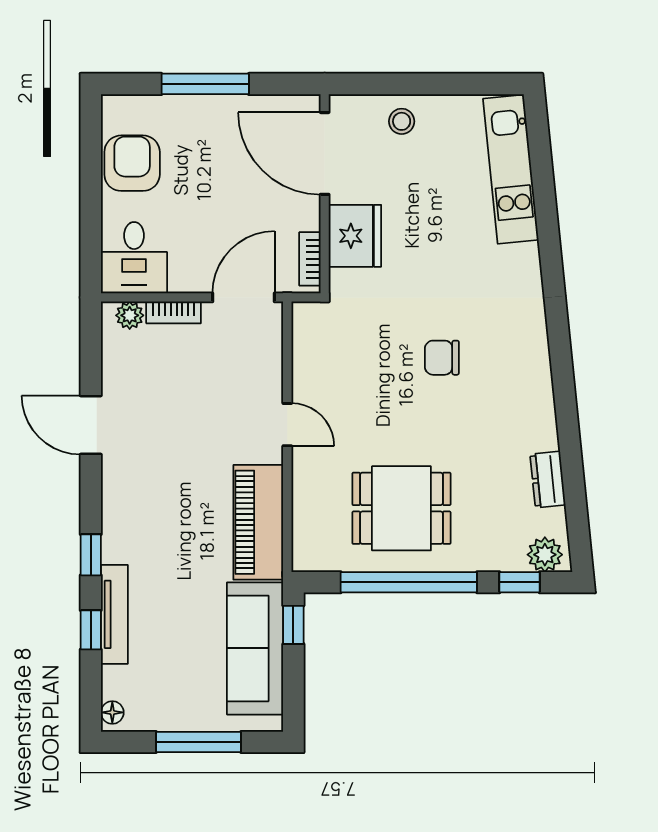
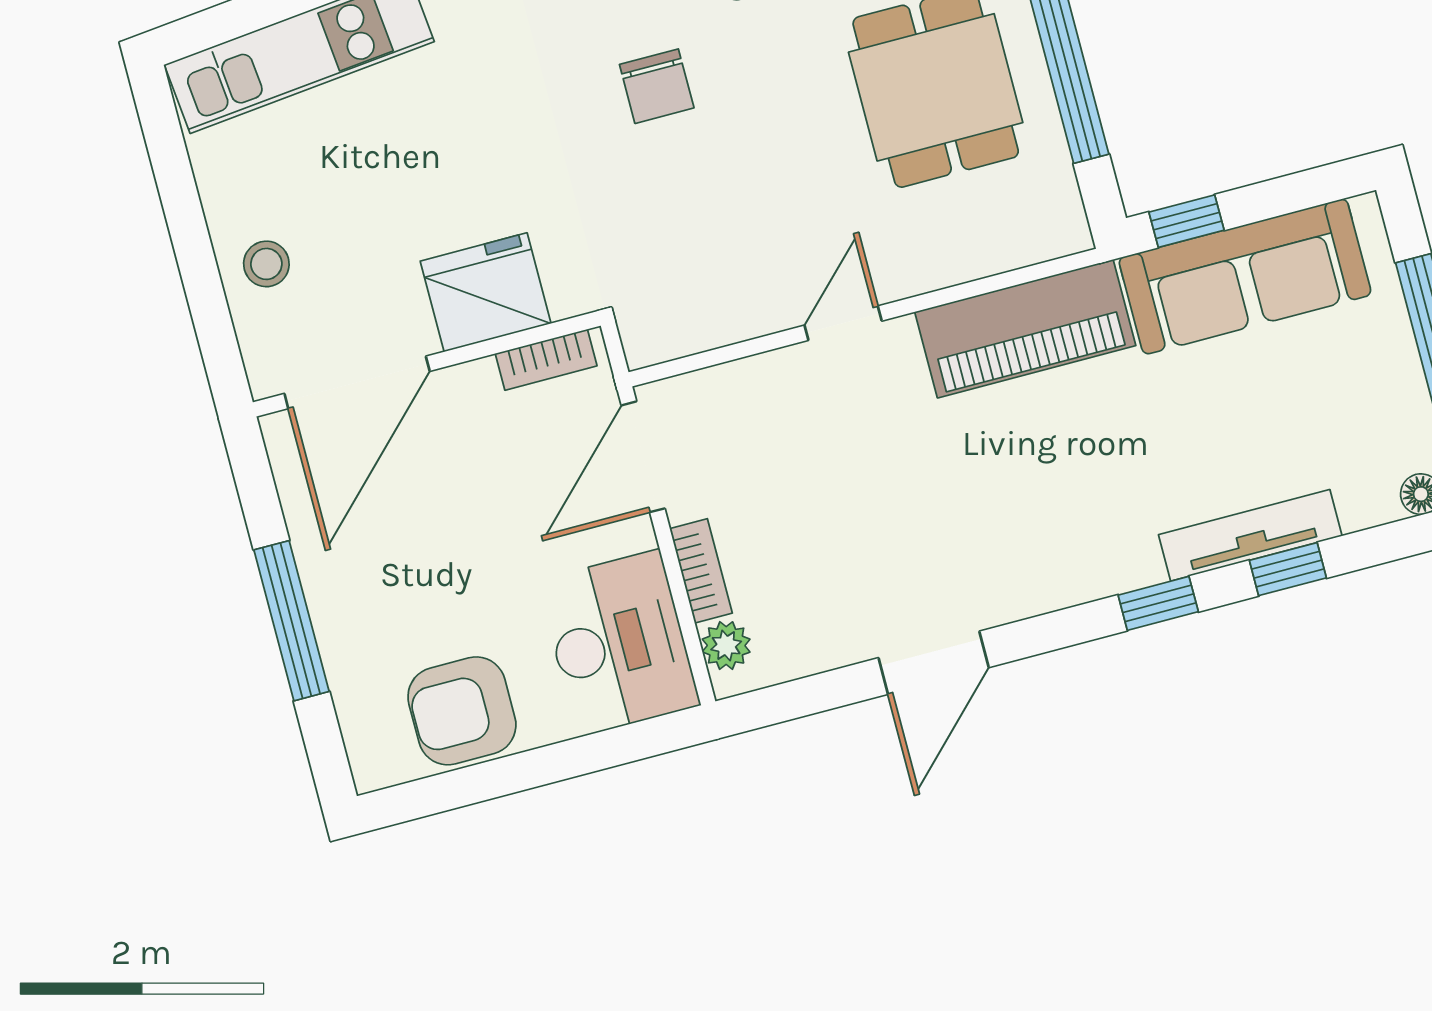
desk: (134, 258) -> (619, 643), width x1.37
door: (244, 297) -> (643, 457), hinge flipped

